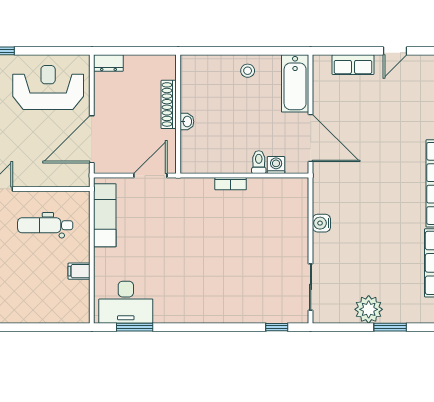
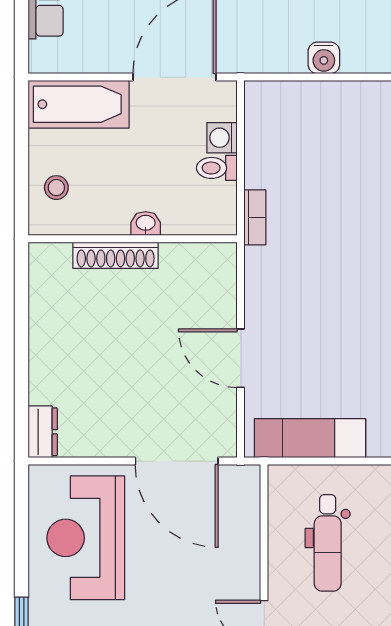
shoe rack: (169, 104) -> (116, 255), moved
wall: (178, 114) -> (133, 239), moved
washbasin: (187, 122) -> (146, 223), moved

